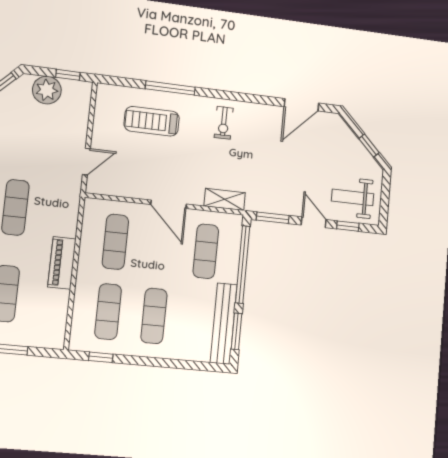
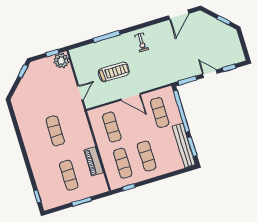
plant: (47, 90) -> (61, 61), moved
treadmill: (152, 121) -> (114, 72), moved, turned 180
weight bench: (353, 197) -> (226, 52), removed
shelving: (225, 199) -> (158, 82), removed
piano: (62, 263) -> (94, 161), moved

